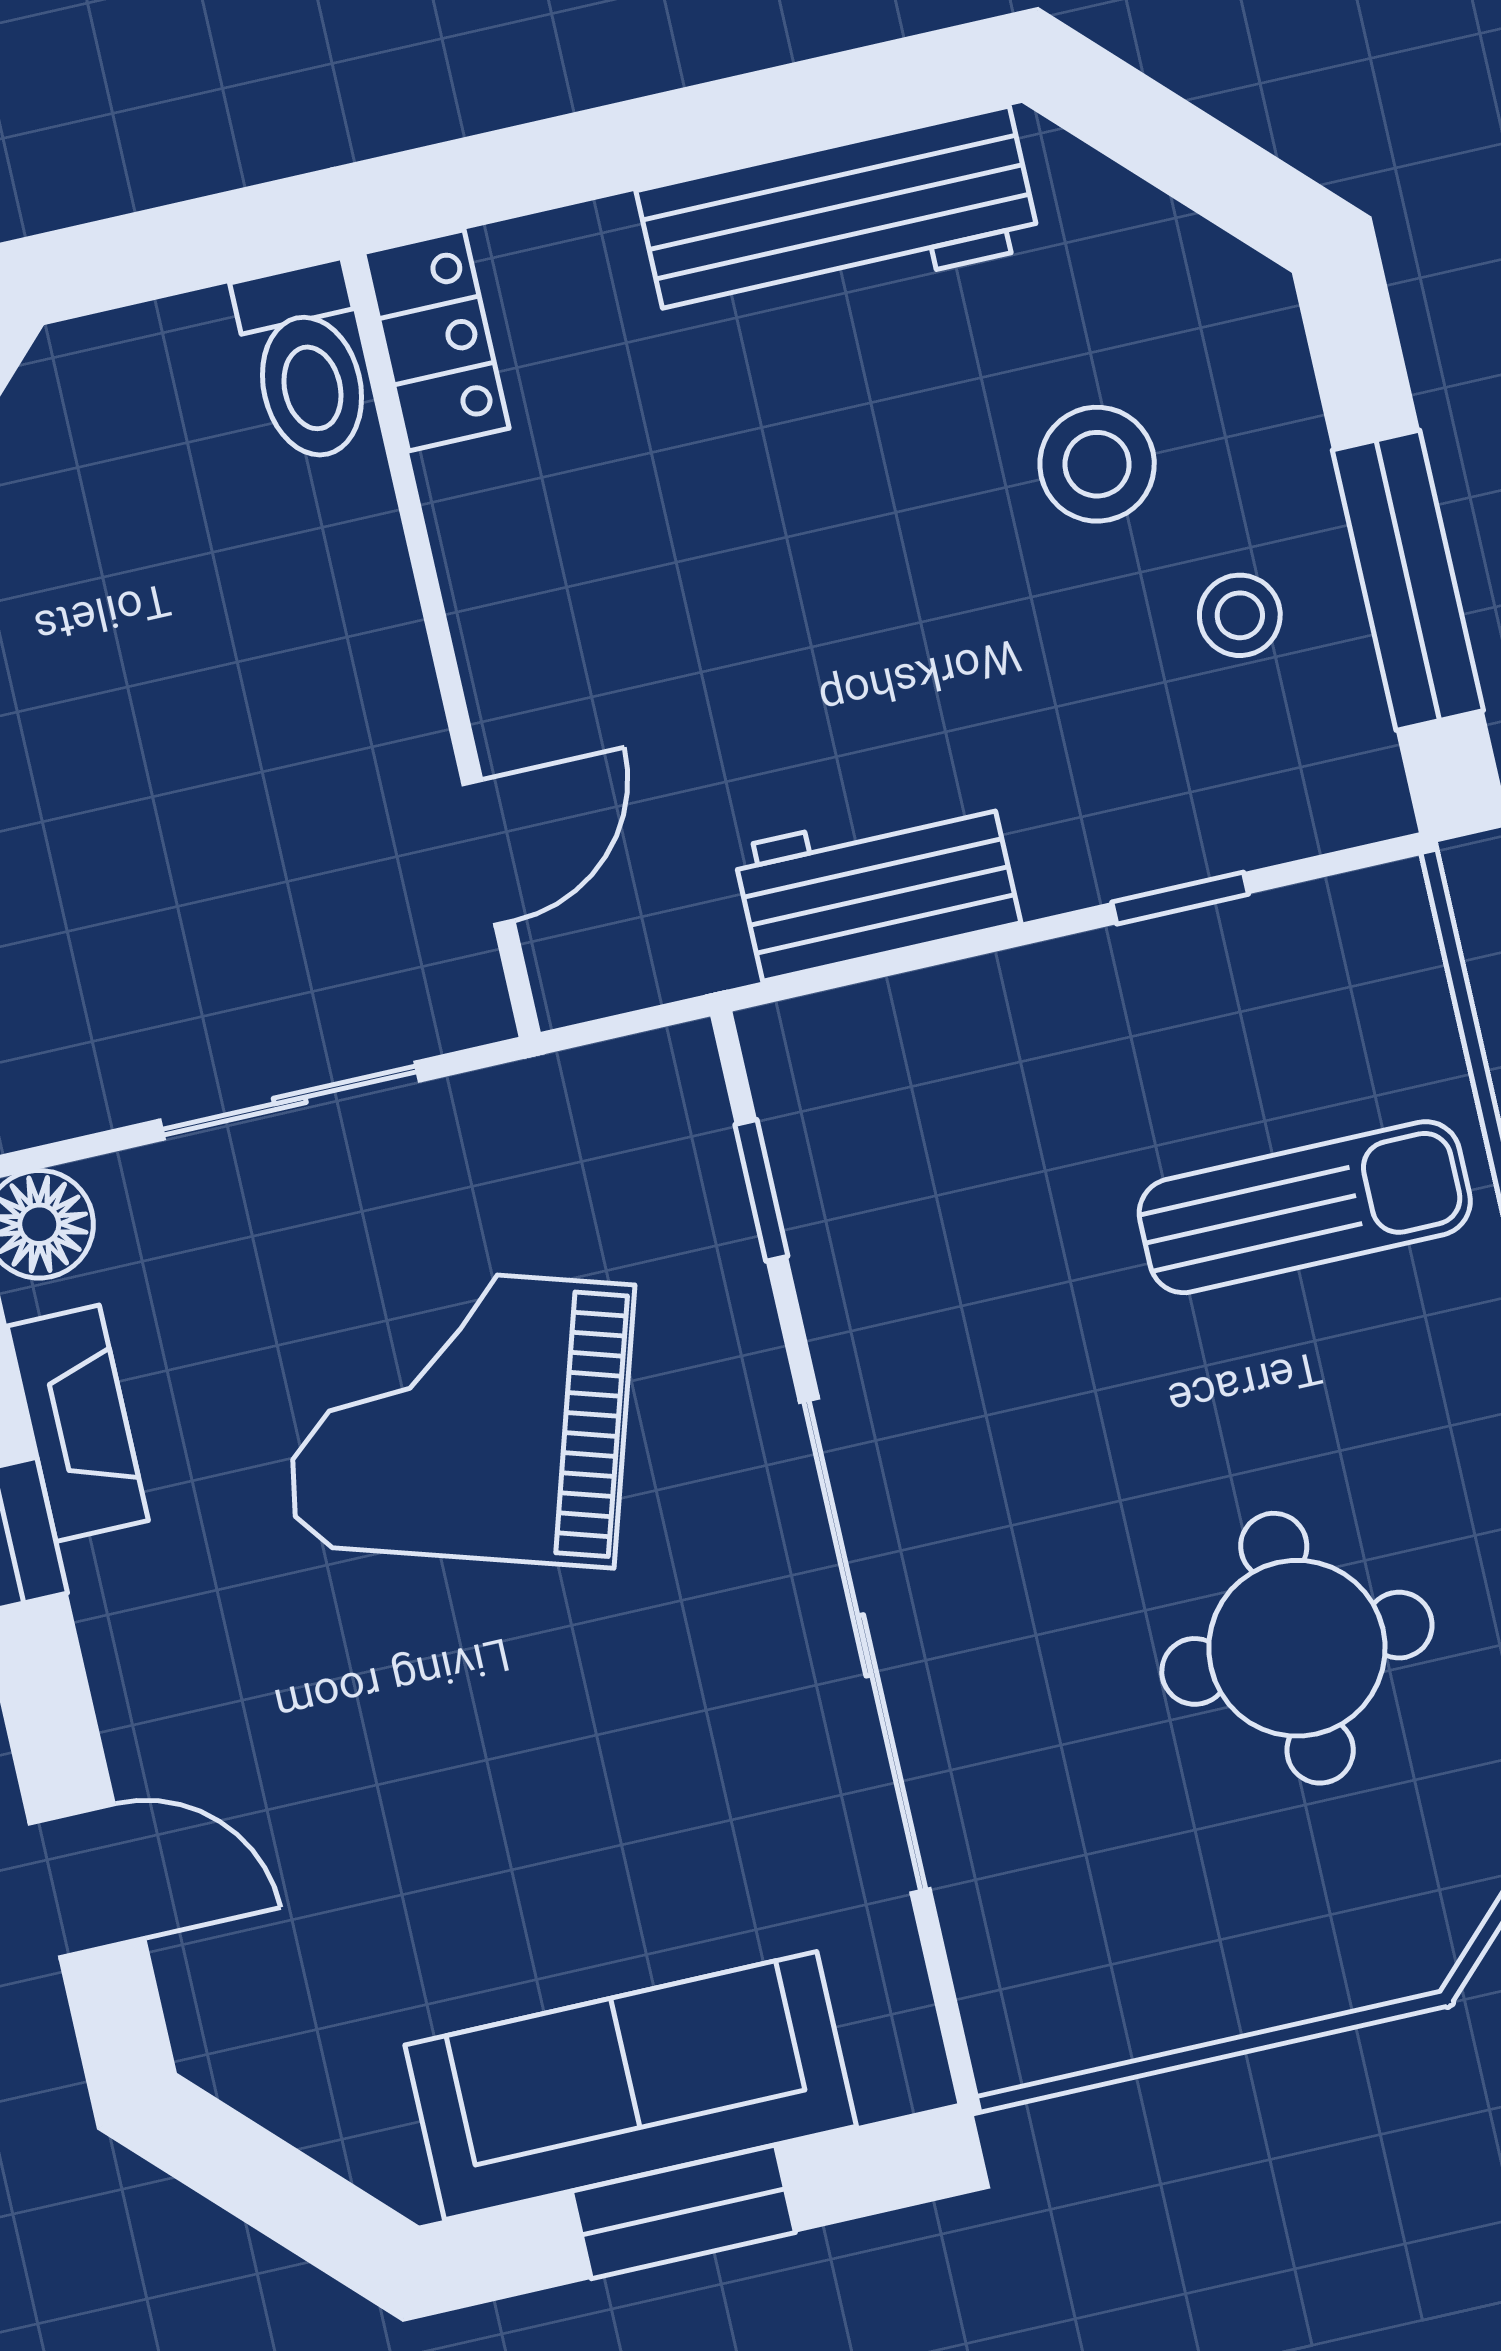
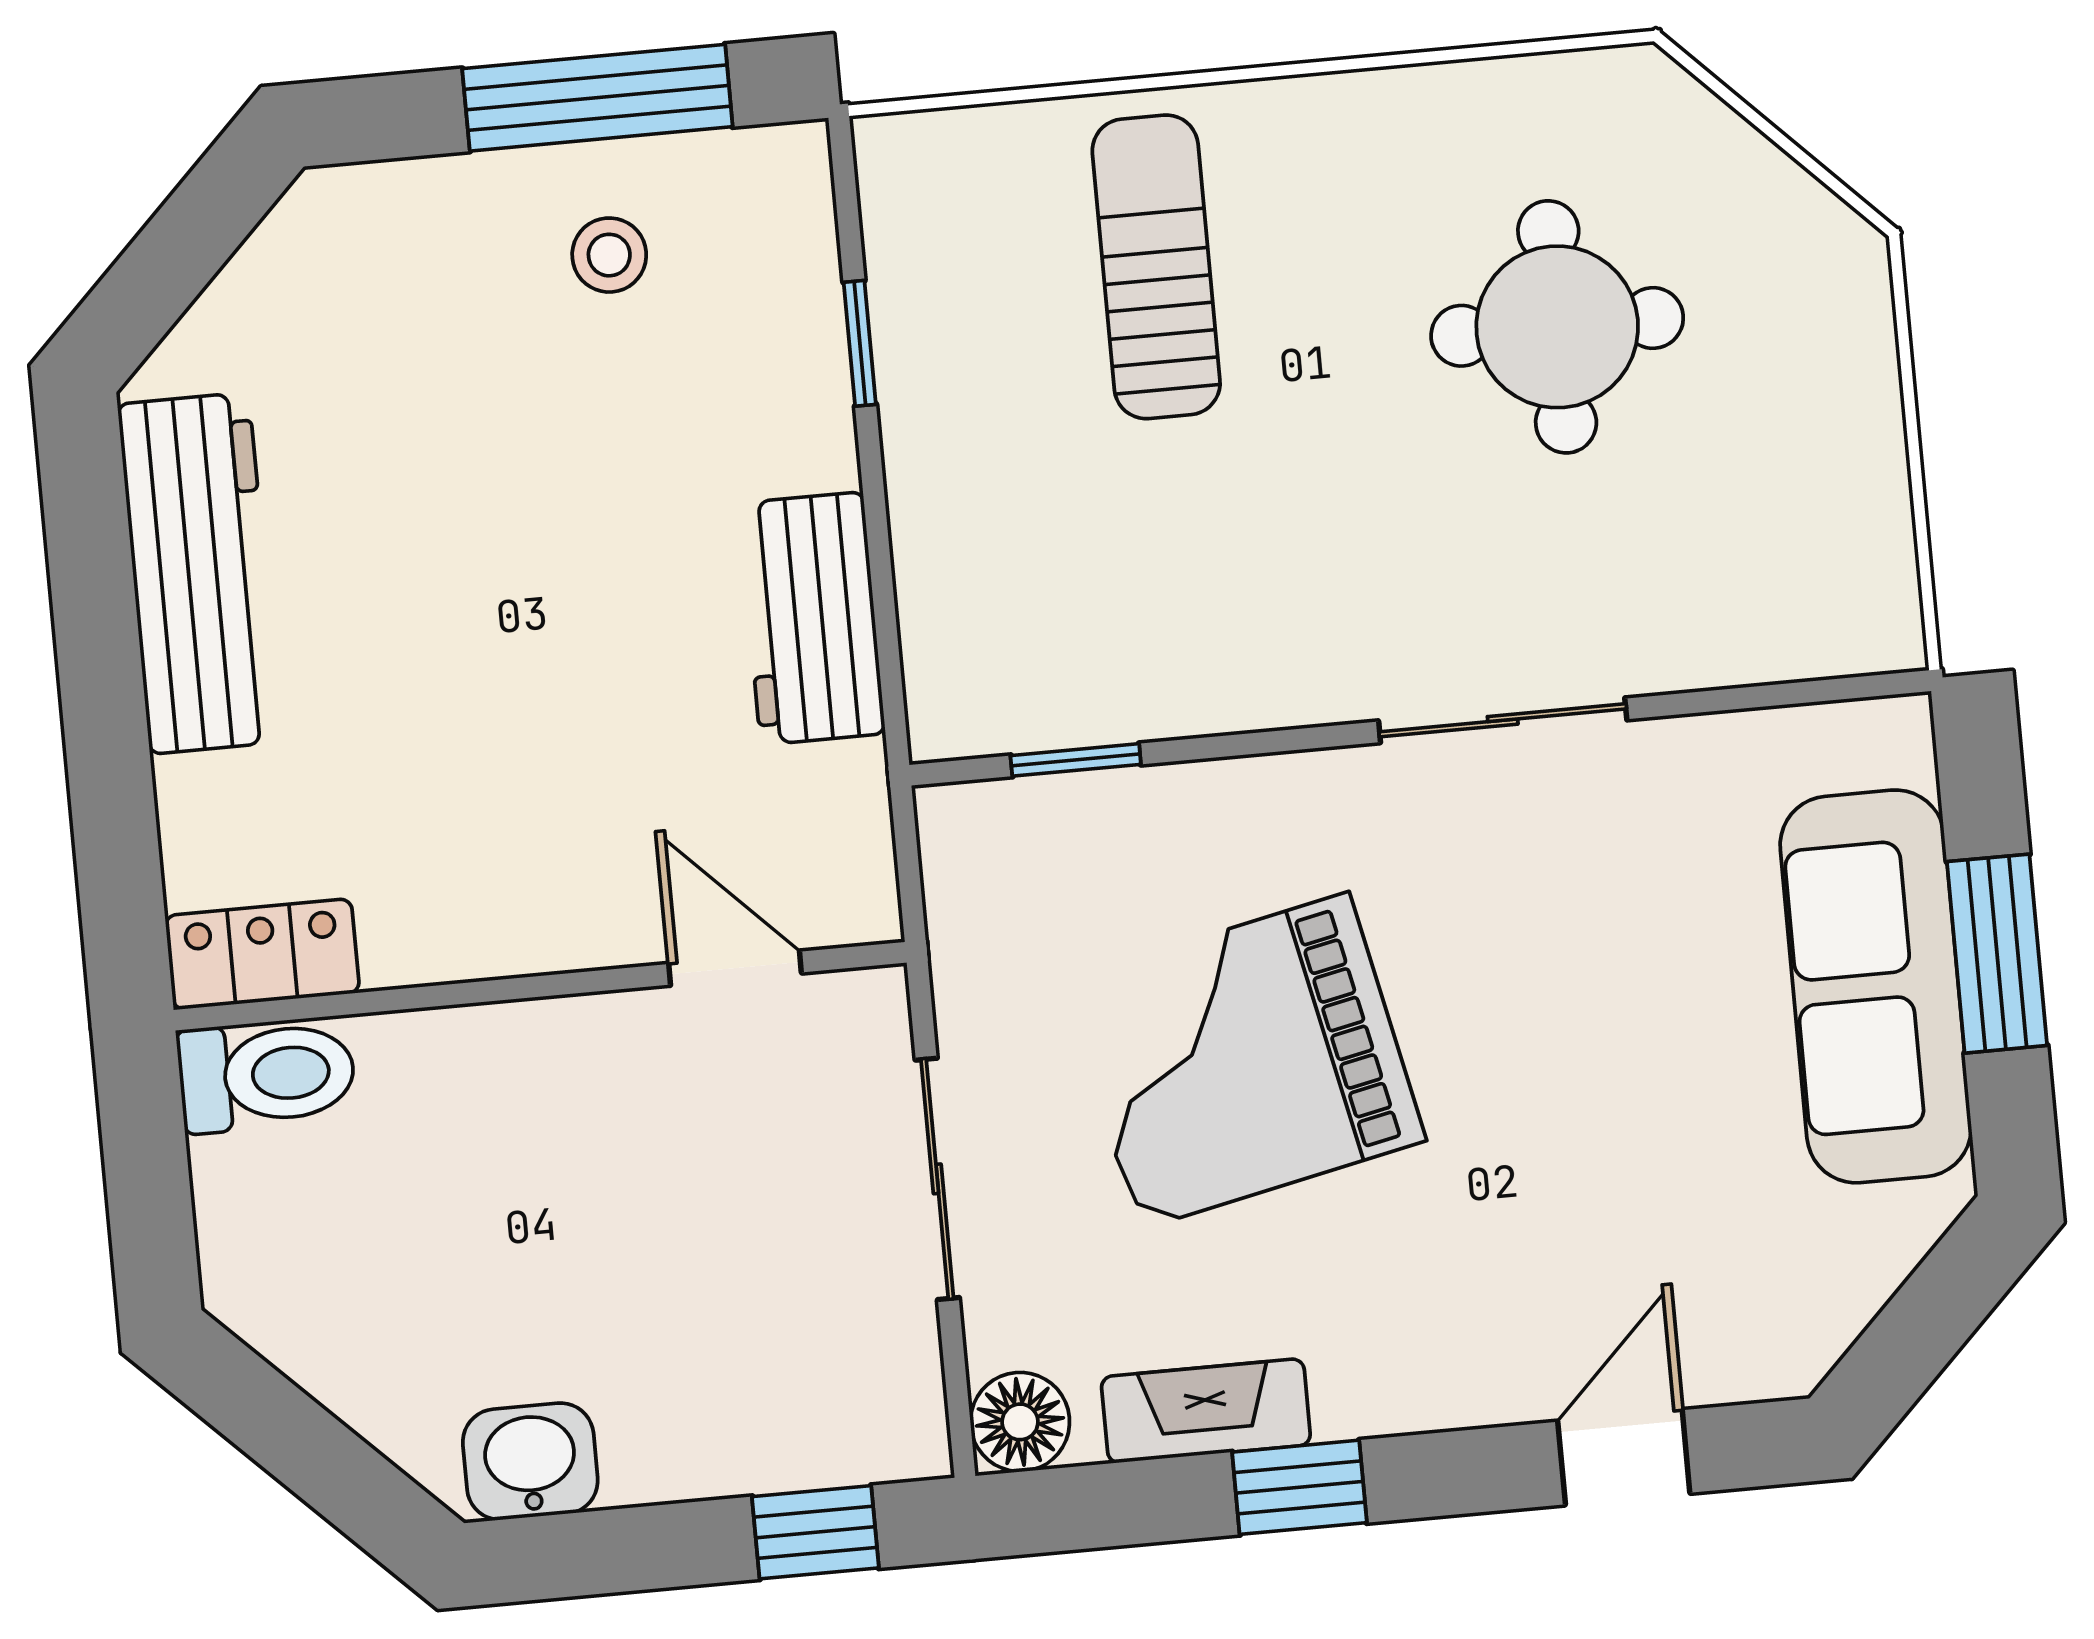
stool: (1097, 464) -> (454, 367), removed
grand piano: (461, 1415) -> (1244, 1061), turned 61
sliding door: (865, 1645) -> (1503, 720), width x0.54

